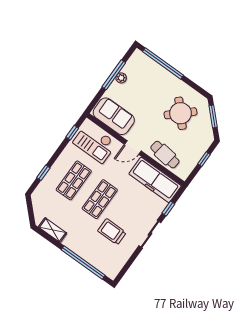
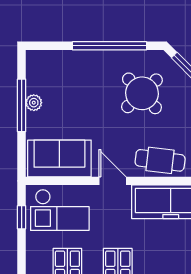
window: (163, 63) -> (109, 46), moved
door: (133, 148) -> (113, 181), swing flipped

